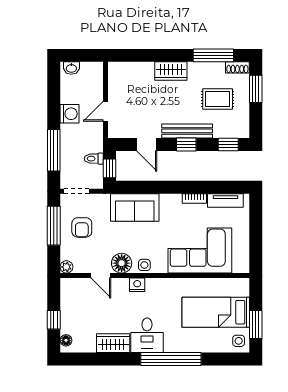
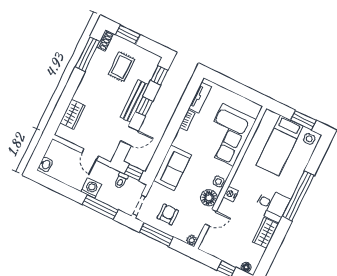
wardrobe: (171, 71) -> (73, 114), moved
washing machine: (70, 114) -> (91, 188), moved
armchair: (82, 227) -> (168, 214), turned -90

